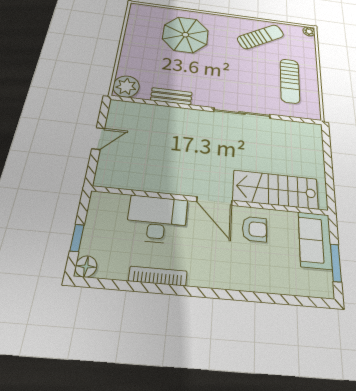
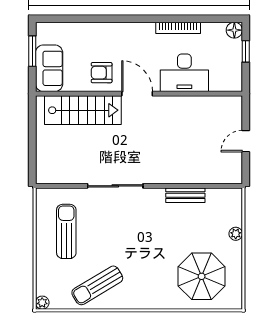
parasol: (185, 35) -> (202, 276), moved
plant: (126, 86) -> (236, 234), moved, width x0.53, depth x0.53

